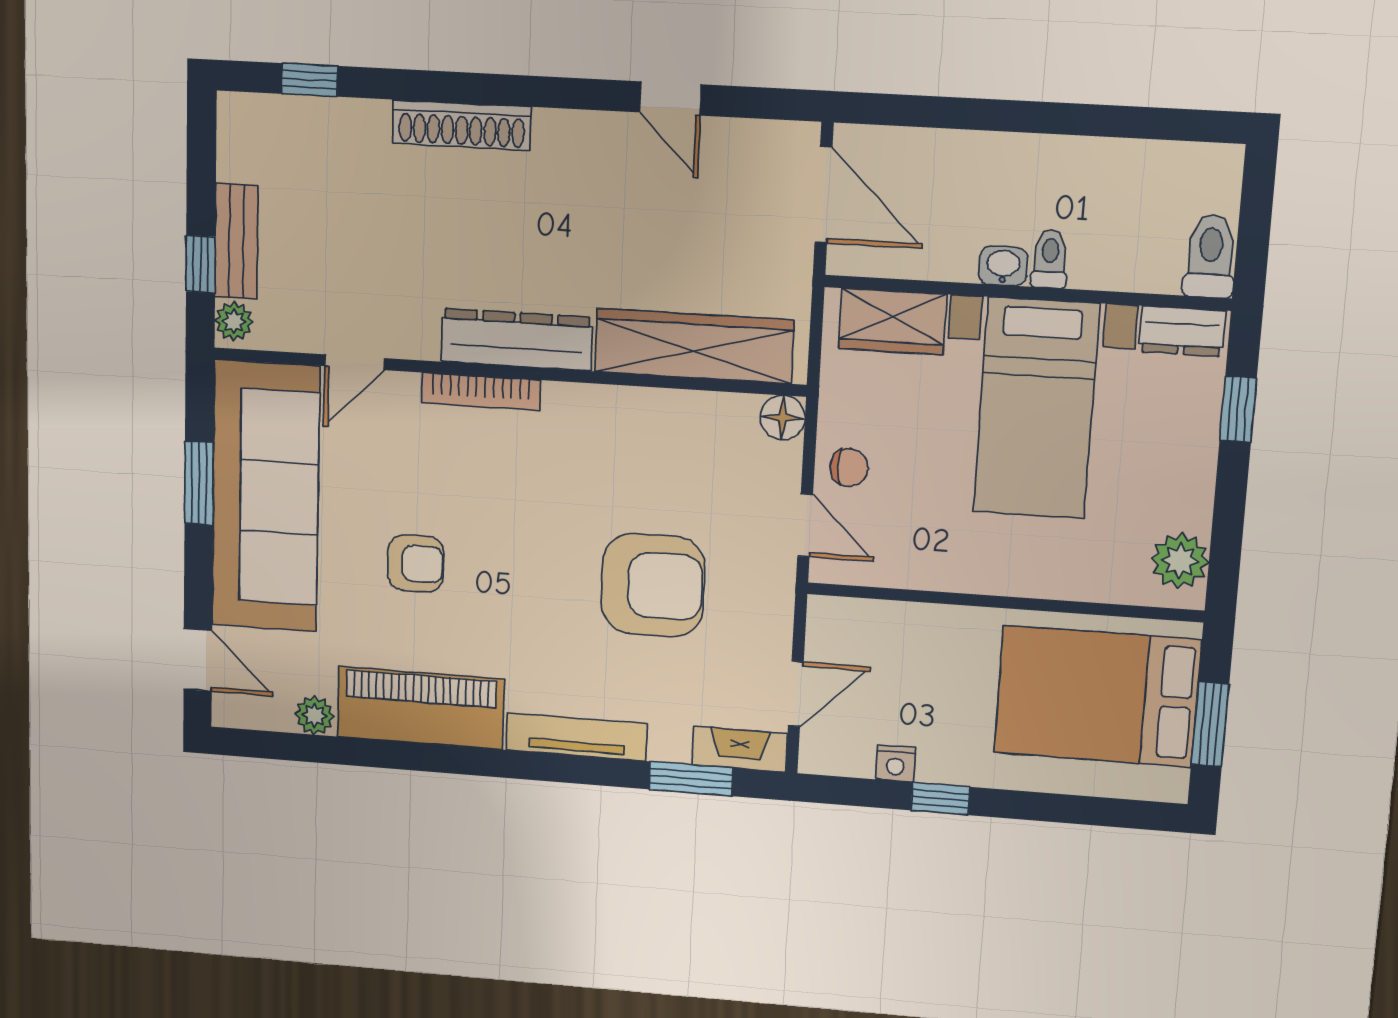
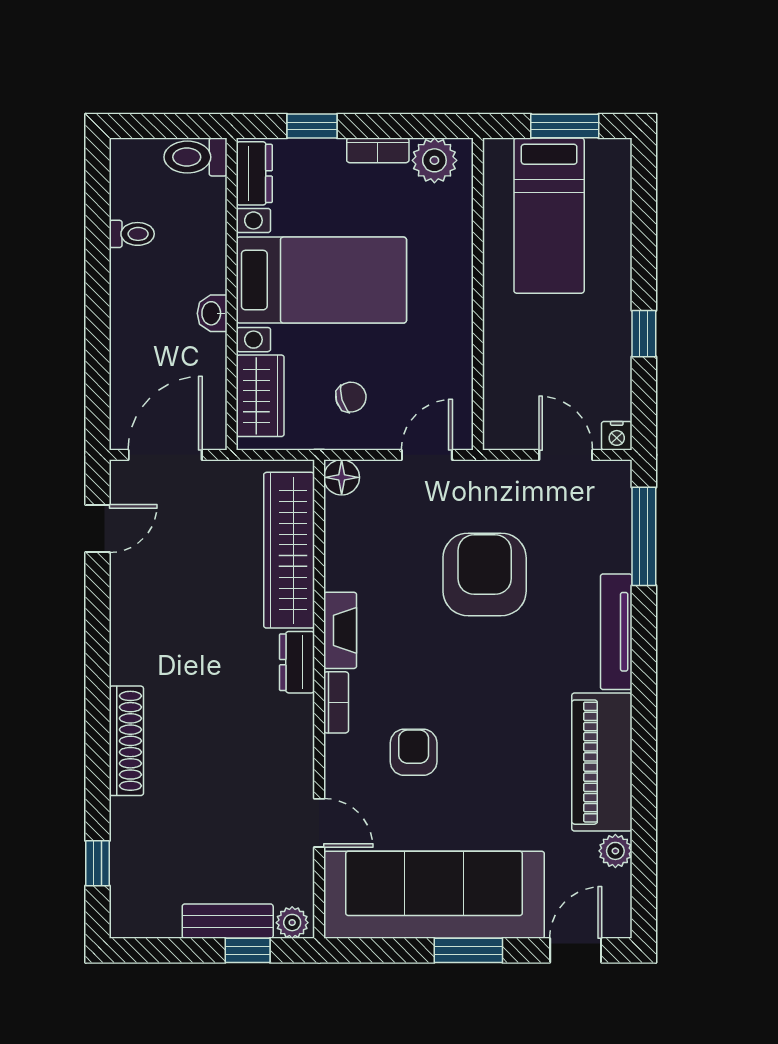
door: (670, 98) -> (97, 529), moved
toilet: (1050, 259) -> (132, 234), moved, turned 180
dresser: (517, 340) -> (297, 662), width x0.51, depth x0.80
bookcase: (481, 391) -> (336, 702), width x0.64
chair: (849, 467) -> (351, 397), moved, turned 73
window: (199, 483) -> (468, 950), moved
bookcase: (1199, 491) -> (378, 150), added
armchair: (416, 564) -> (414, 752), moved
bed: (1097, 696) -> (549, 216), width x0.67
fireplace: (740, 749) -> (340, 630), moved, turned 180
nightstand: (895, 764) -> (617, 436), moved, turned 90
window: (691, 779) -> (644, 536), width x1.44

